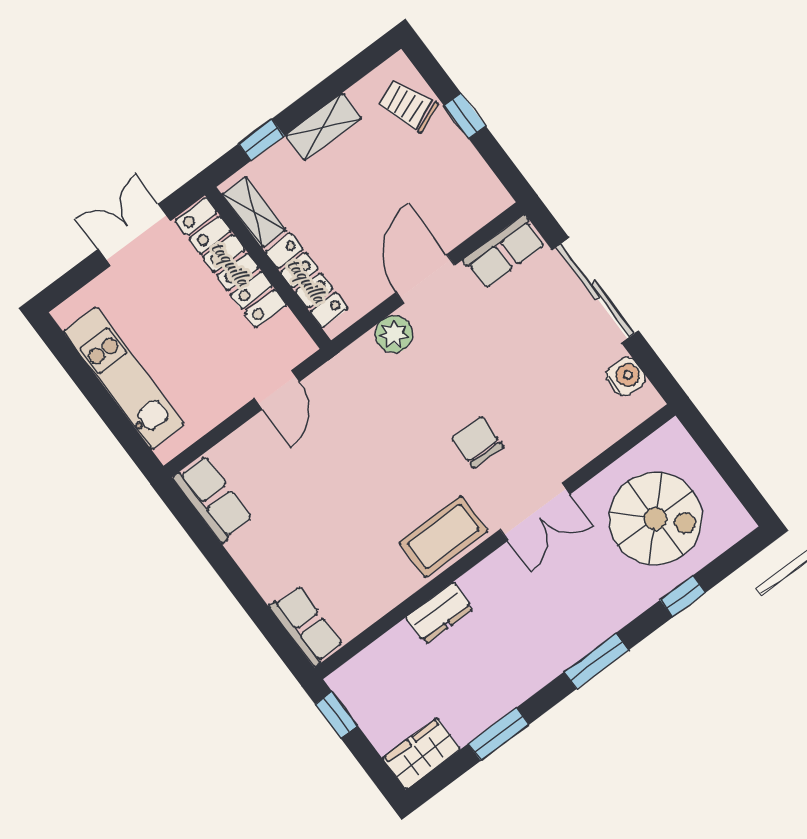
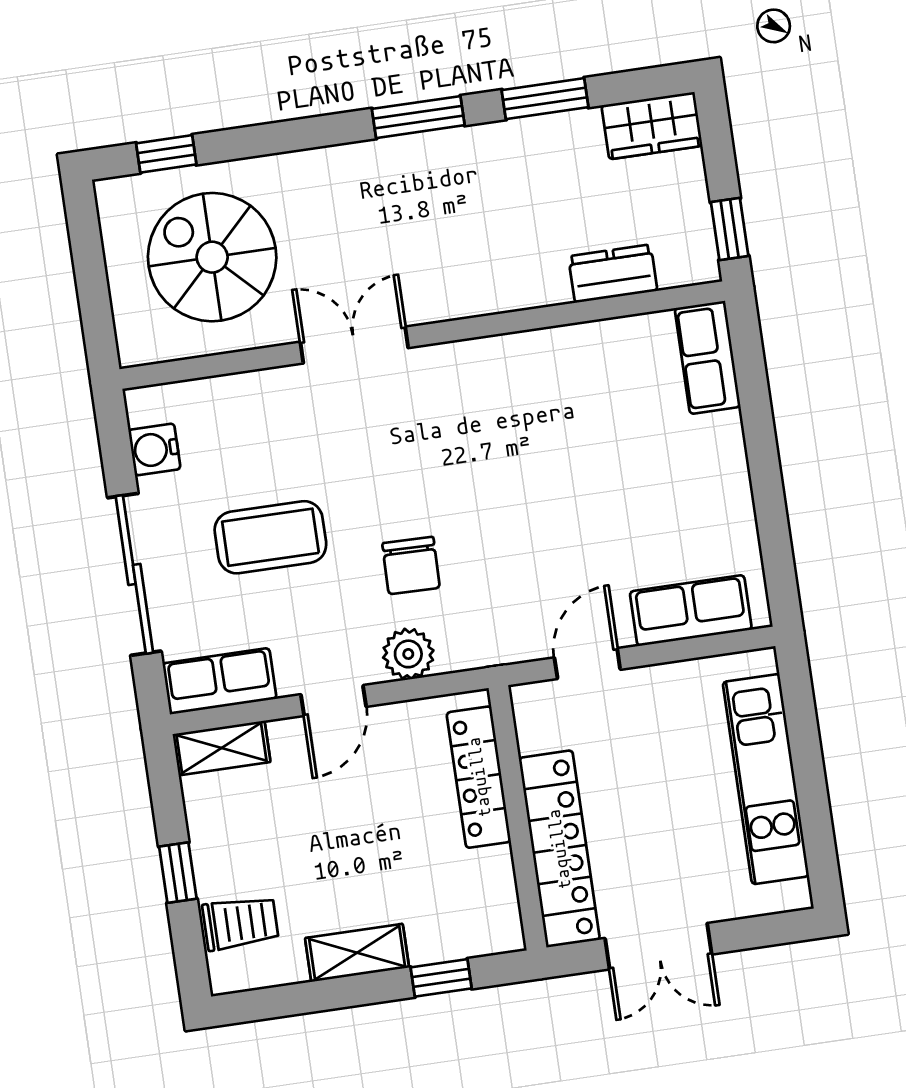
trolley: (408, 106) -> (240, 923), turned -67
shelving: (254, 212) -> (222, 748), moved, turned 90
door: (425, 279) -> (334, 701), width x0.73
chair: (478, 442) -> (411, 565), moved
row of seats: (213, 499) -> (691, 611), moved, turned 90
coffee table: (443, 537) -> (270, 537), moved
window: (683, 596) -> (166, 154), moved
dresser: (439, 613) -> (613, 274), moved
window: (596, 661) -> (418, 117), moved

